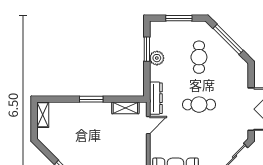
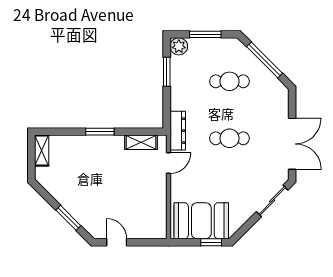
cafe table: (199, 57) -> (229, 81), turned 90
plant: (157, 58) -> (179, 46), moved

